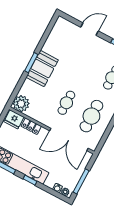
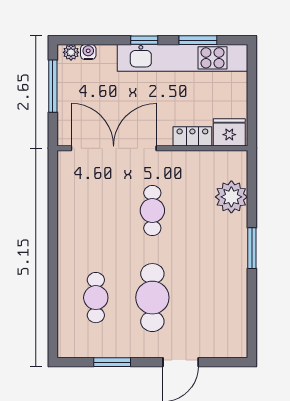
booth: (42, 69) -> (227, 248), removed
plant: (21, 104) -> (231, 197), moved
cafe table: (91, 116) -> (152, 298), moved

